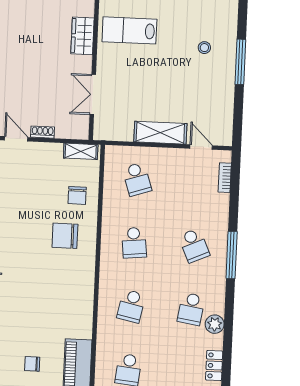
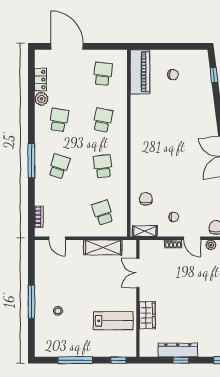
double door: (93, 95) -> (138, 273), swing flipped
shelving: (160, 133) -> (103, 247), moved
chair: (65, 236) -> (174, 217), moved, width x0.54, depth x0.54
school desk: (194, 245) -> (59, 166), turned 42
plant: (215, 324) -> (41, 99), moved

